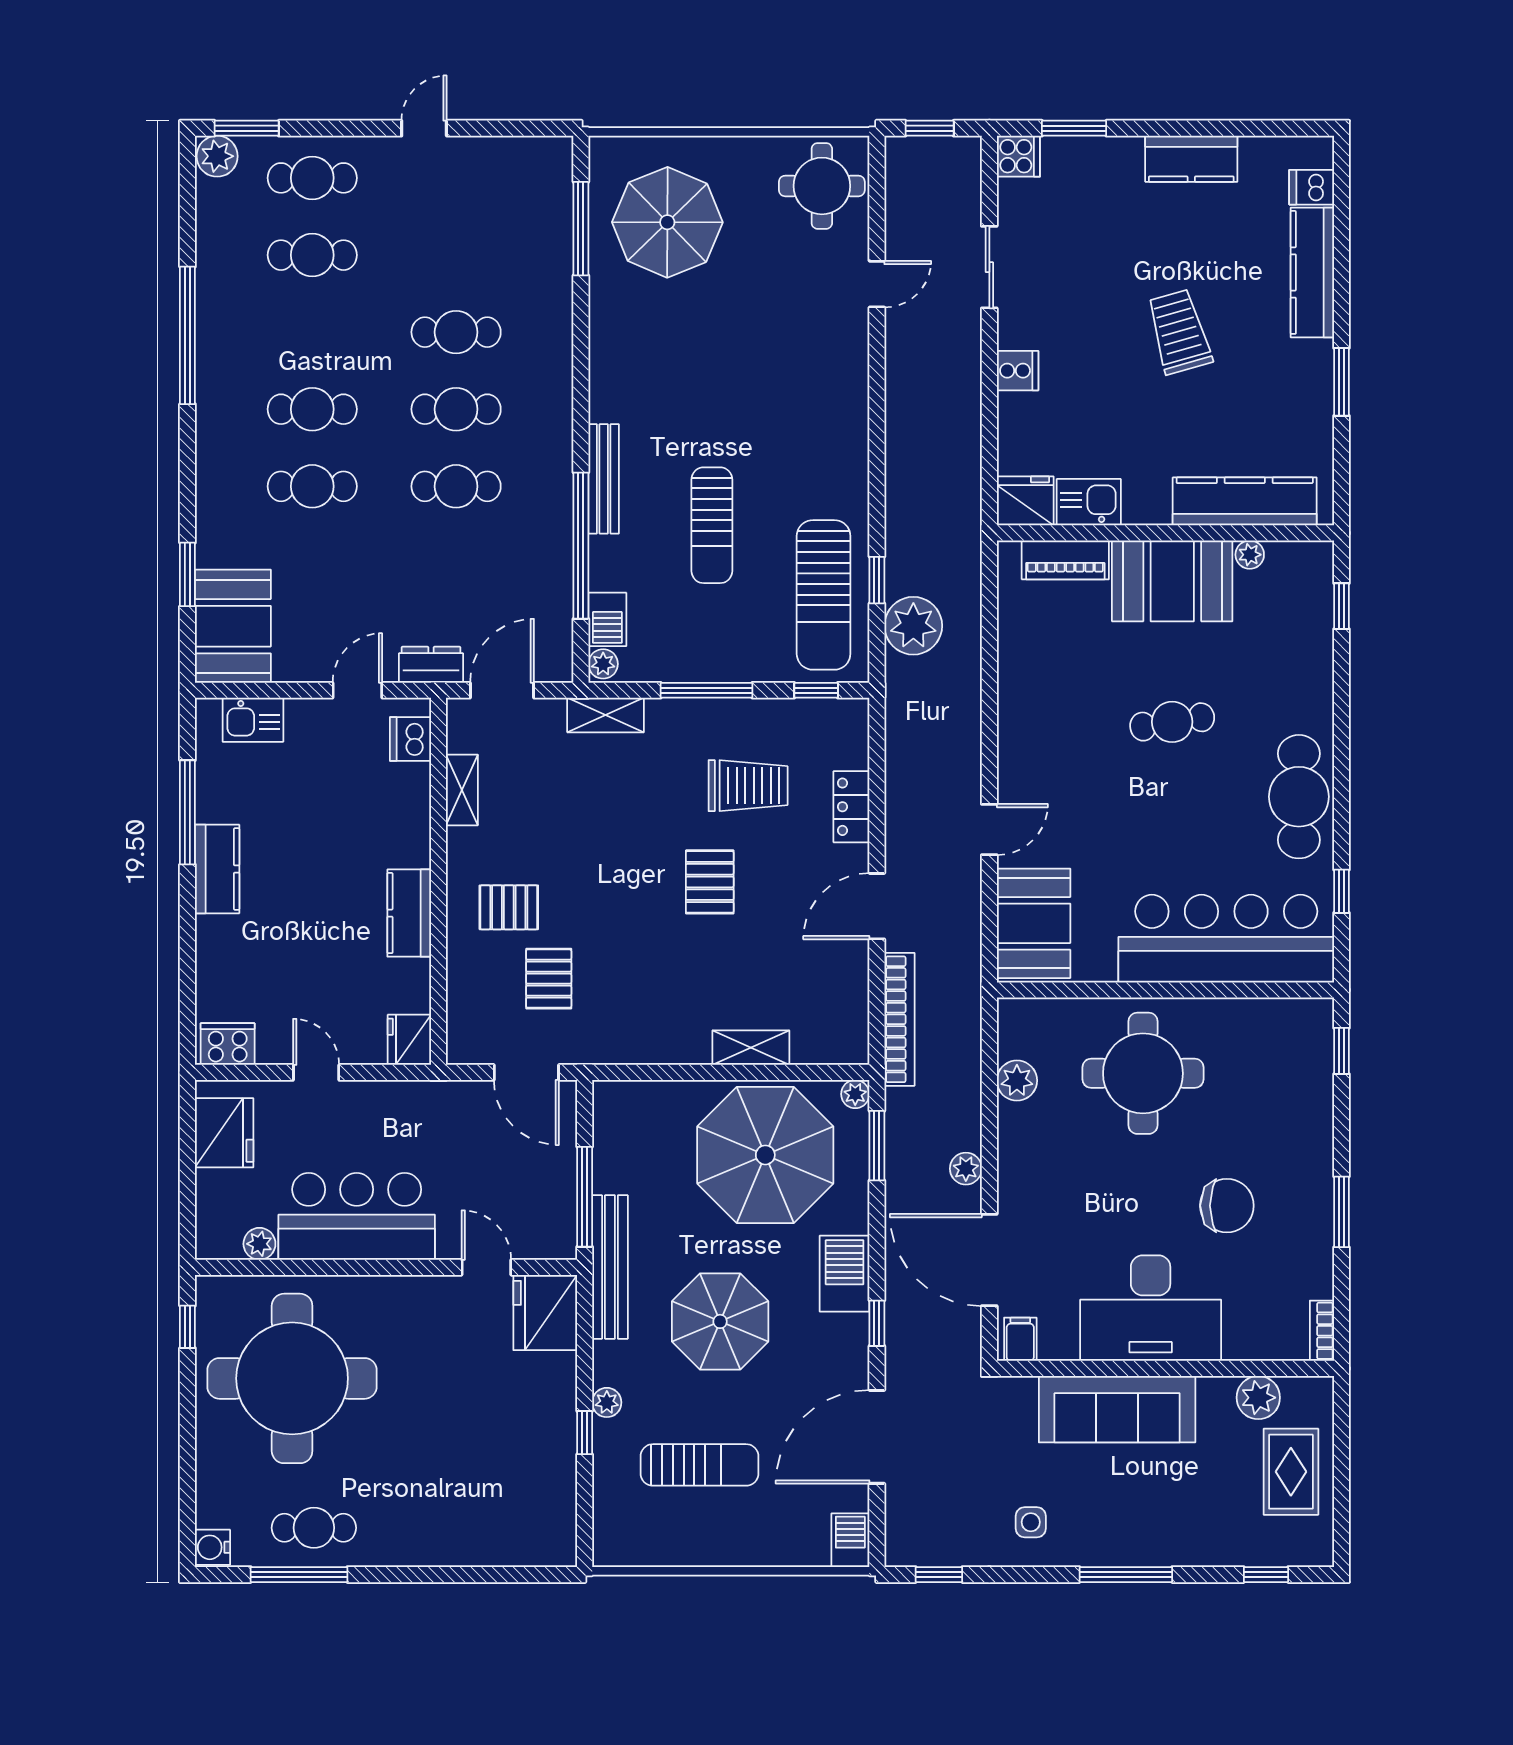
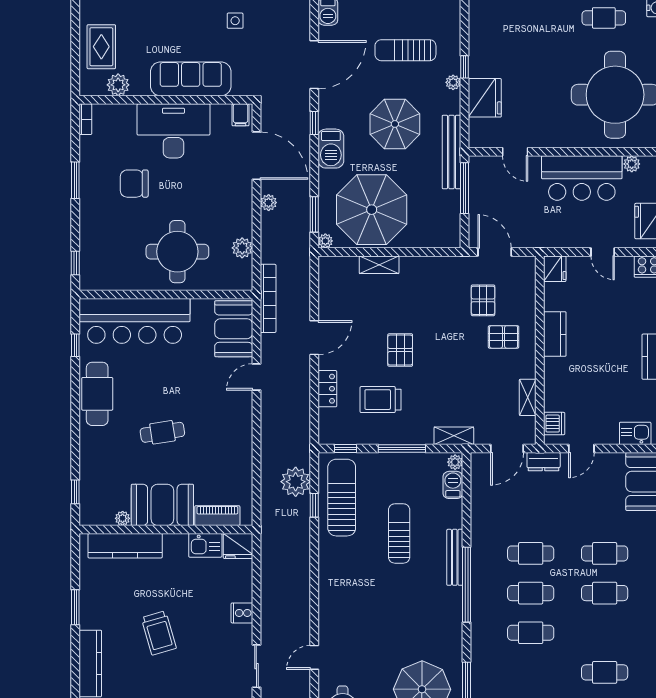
window: (581, 546) -> (466, 585), moved
bookcase: (899, 1019) -> (268, 298), moved, turned 180
fridge: (545, 1312) -> (485, 98), moved

